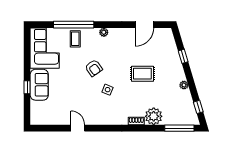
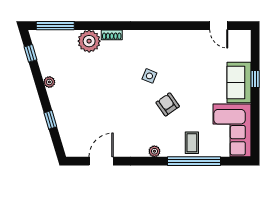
rug: (142, 74) -> (104, 97), removed
door: (78, 128) -> (219, 26), moved

